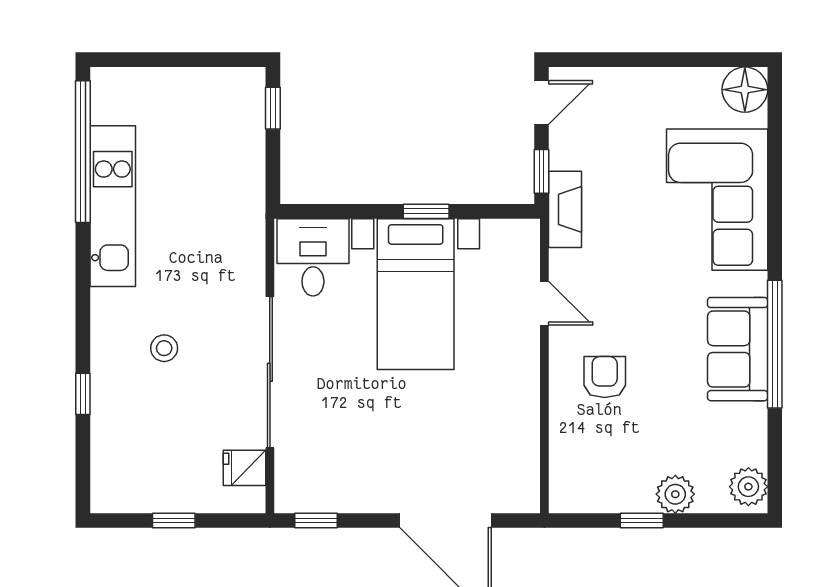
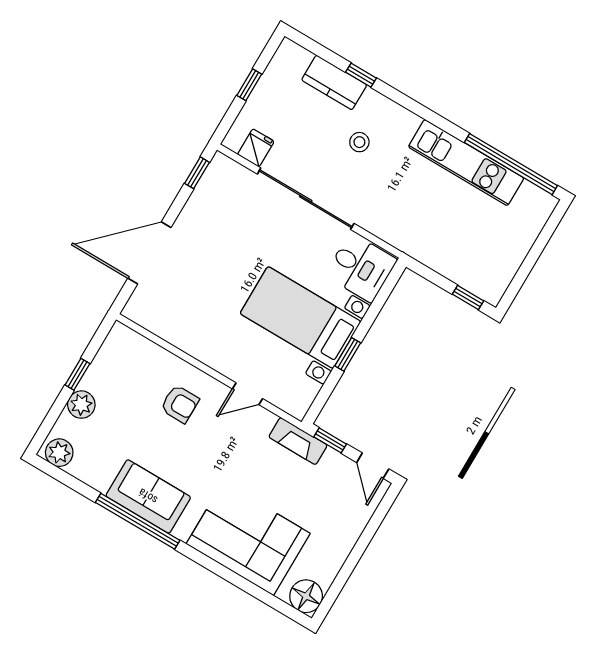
kitchen counter: (111, 421) -> (334, 82), added

